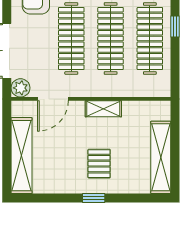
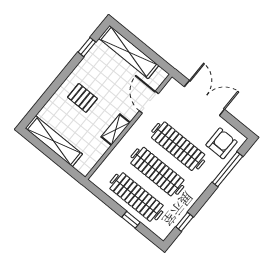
plant: (20, 88) -> (173, 87), removed
window: (94, 198) -> (87, 47), moved

